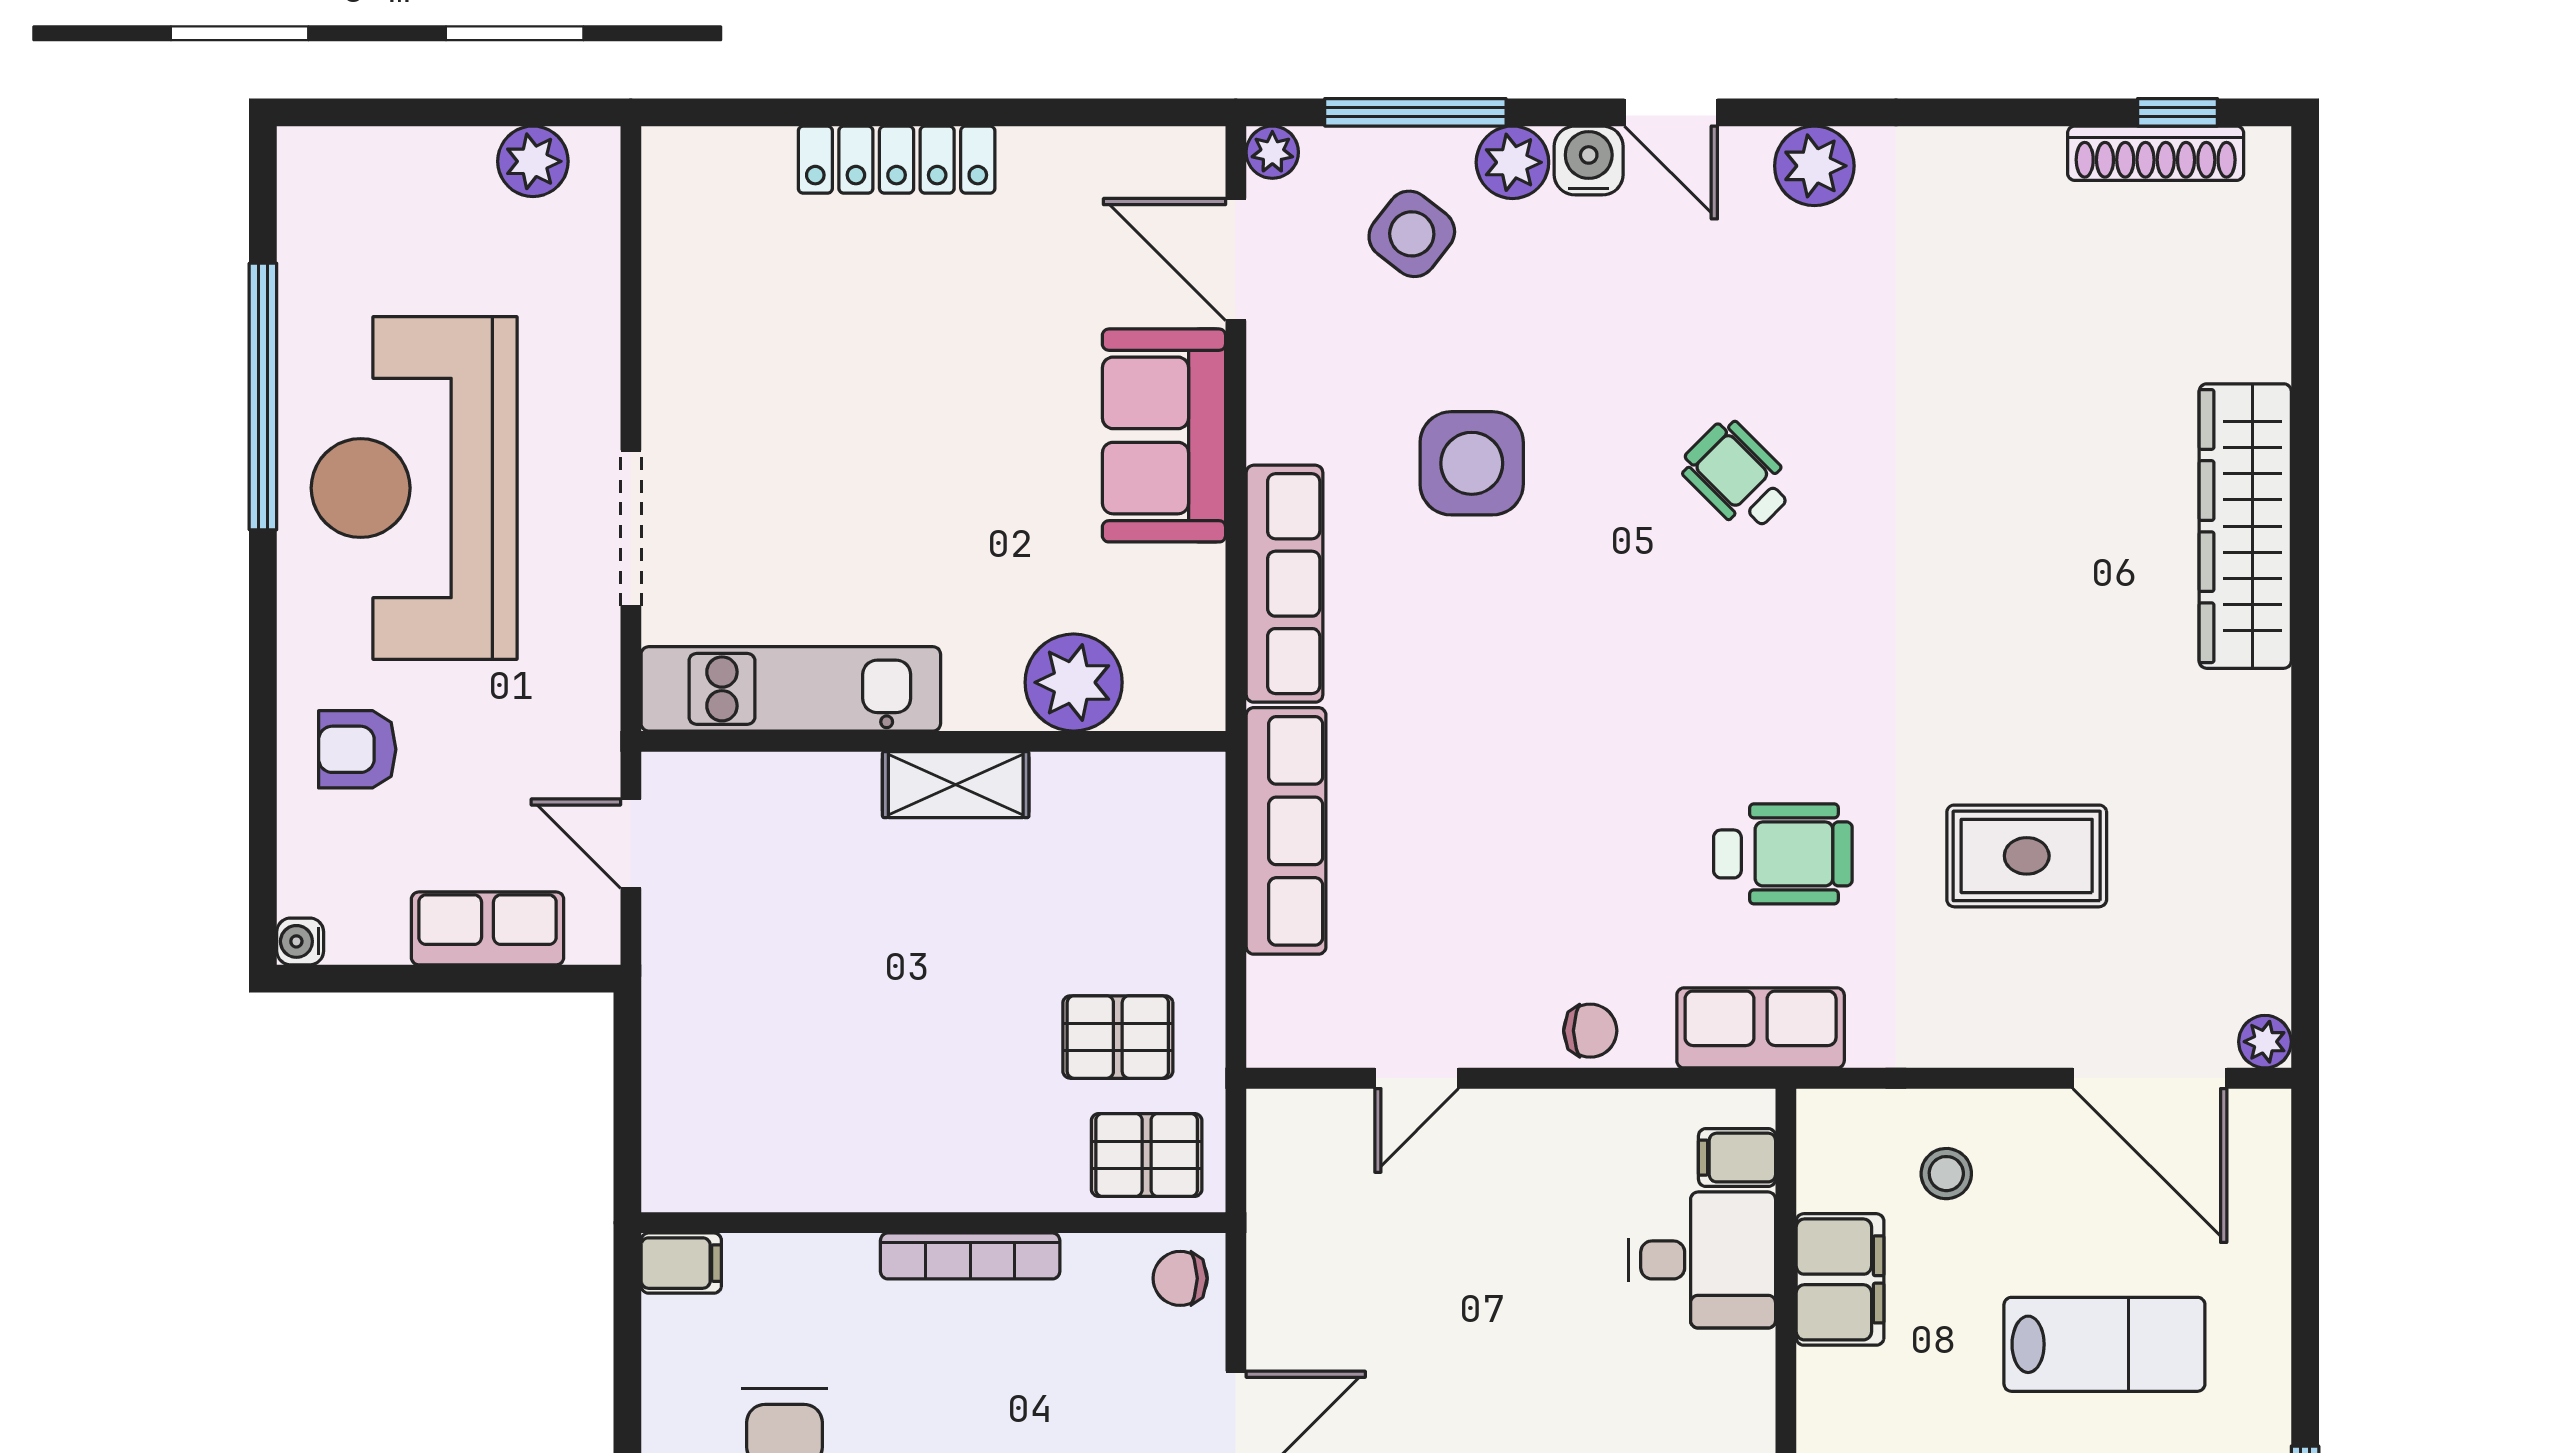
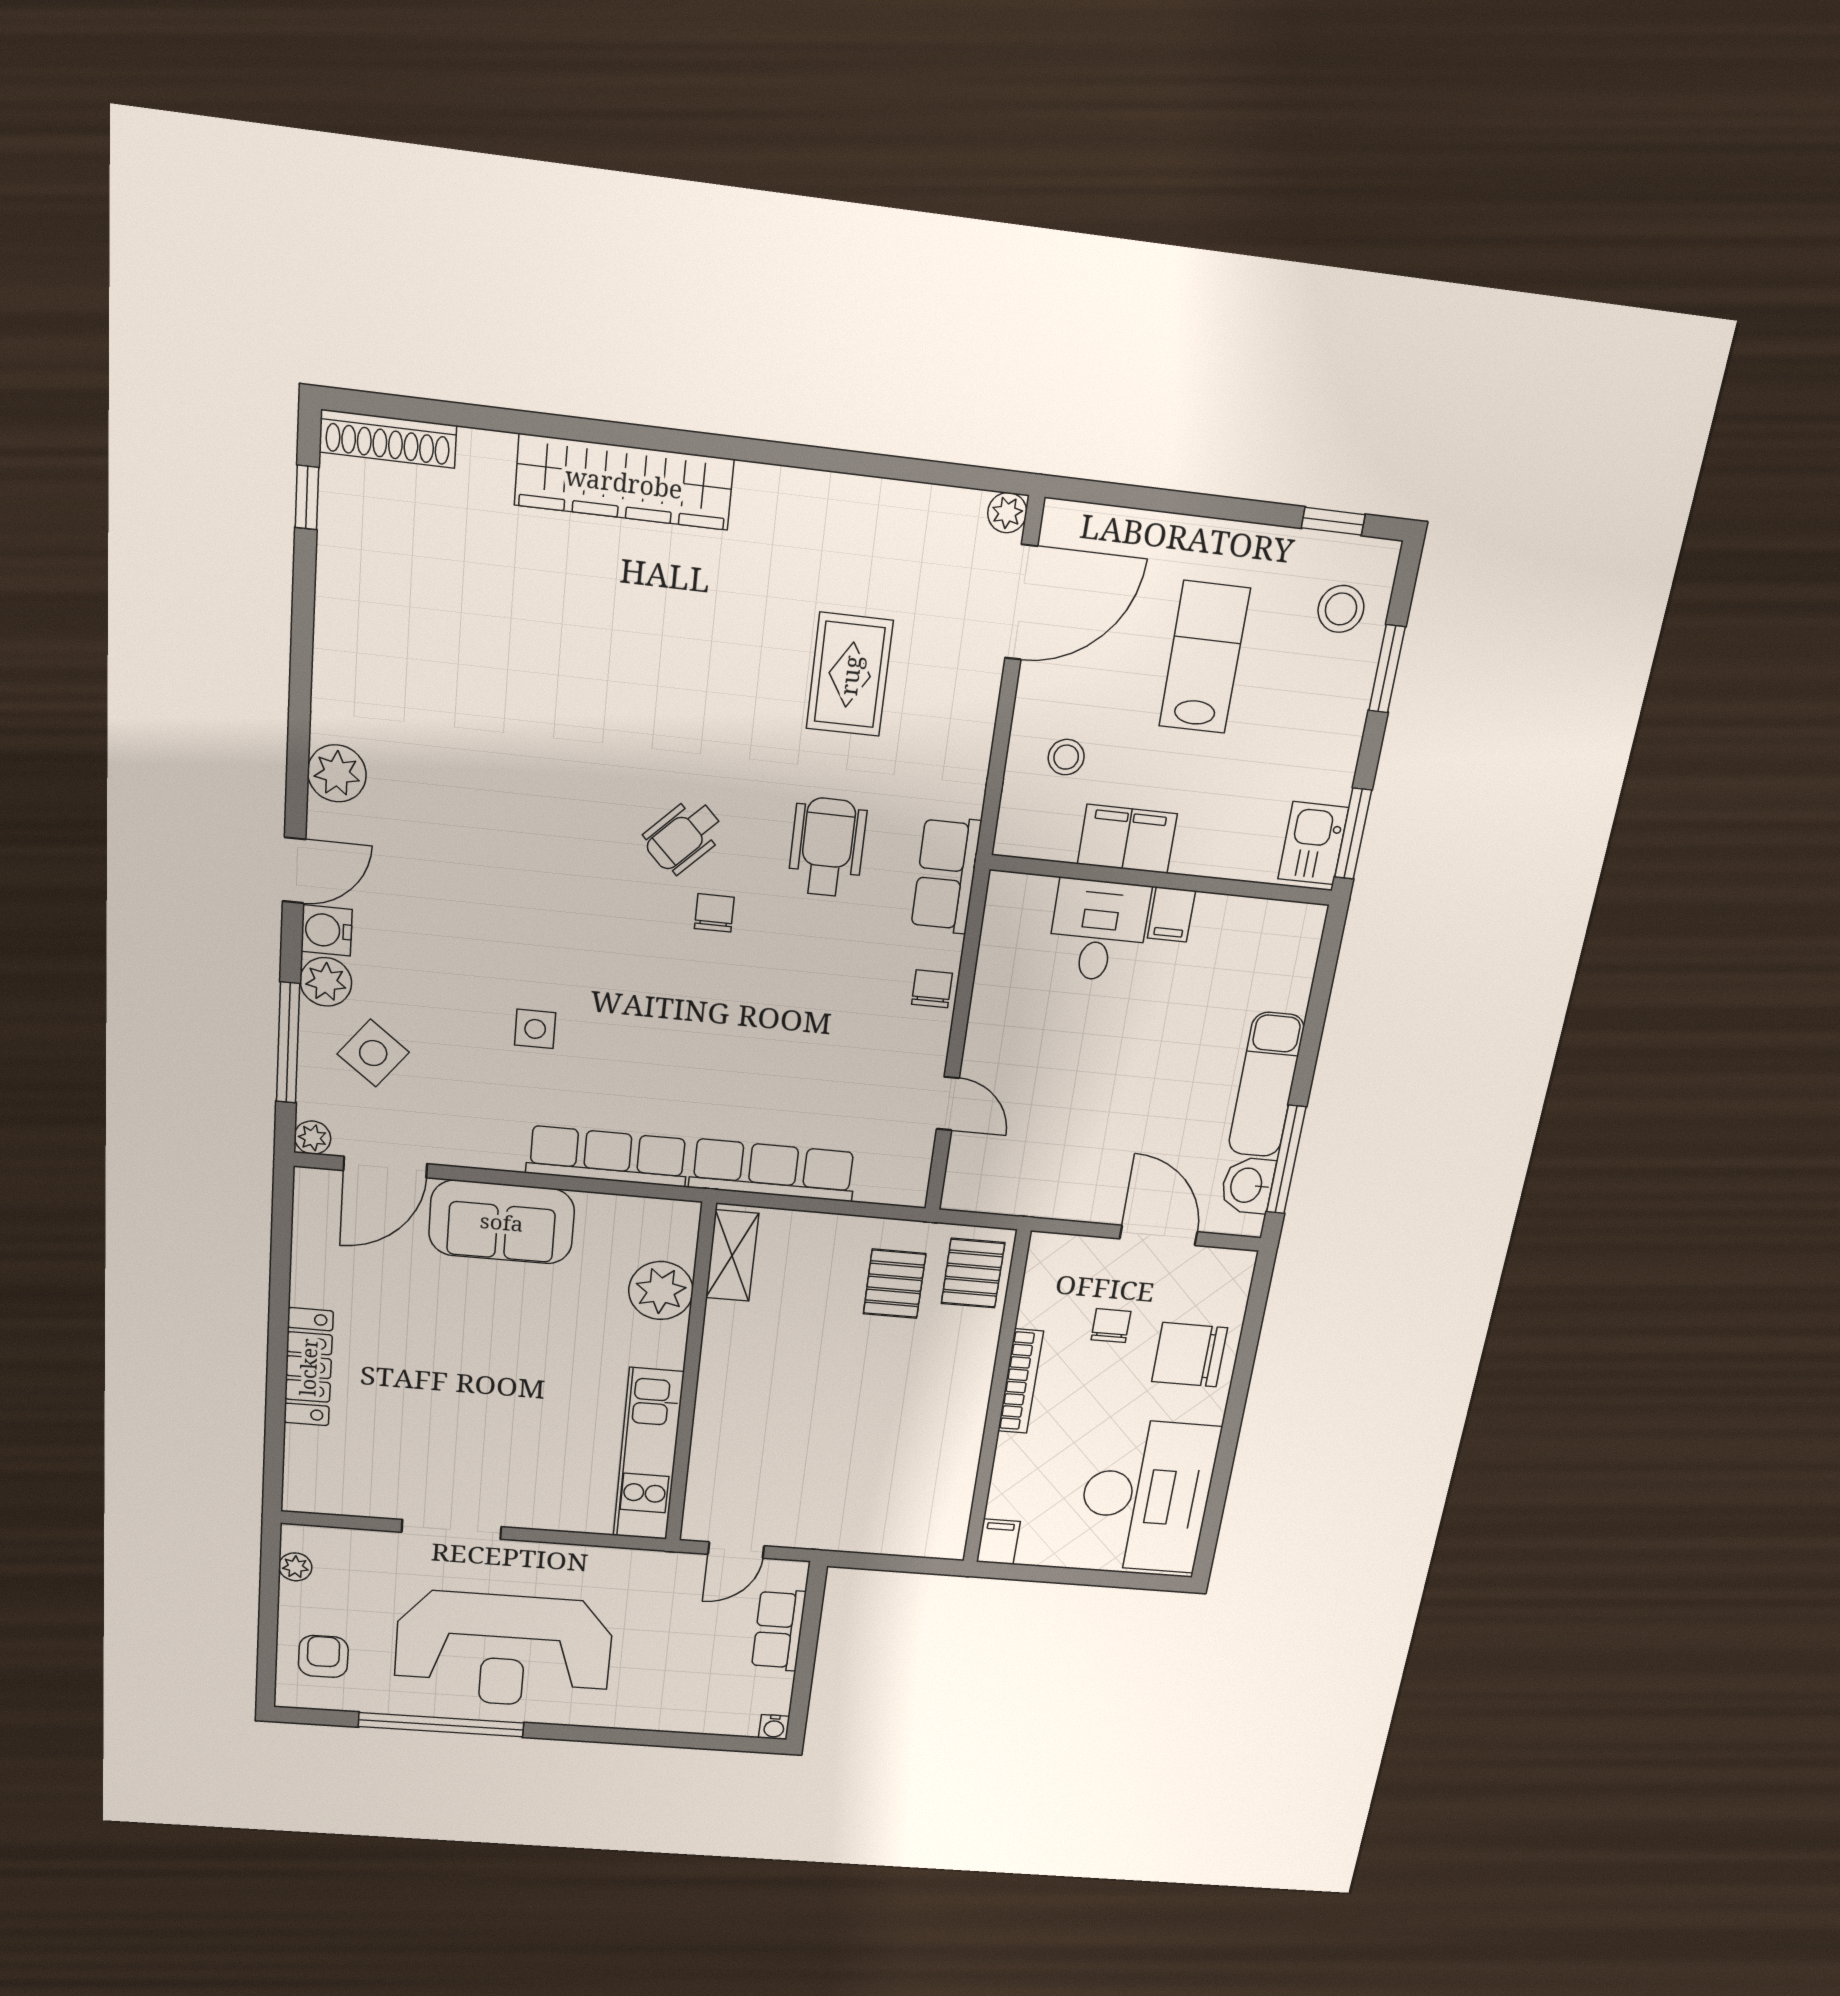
shoe rack: (2156, 153) -> (388, 439), moved, turned 90
plant: (533, 161) -> (295, 1567), width x0.73, depth x0.73
side table: (1472, 463) -> (535, 1029), width x0.54, depth x0.54
wheelchair: (1738, 476) -> (683, 836), moved
doorway: (631, 528) -> (452, 1529), moved
chair: (1671, 704) -> (714, 913), added
armchair: (357, 749) -> (323, 1656), moved, turned 180
shelving: (956, 785) -> (732, 1256), moved
filing cabinet: (1737, 1158) -> (1171, 914), moved
chair: (1180, 1278) -> (1111, 1326), moved, turned 180

